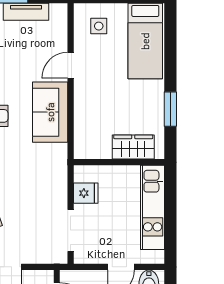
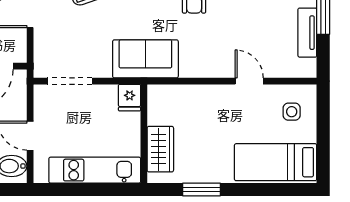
sofa: (50, 112) -> (145, 59), moved
fridge: (86, 193) -> (130, 98), moved

